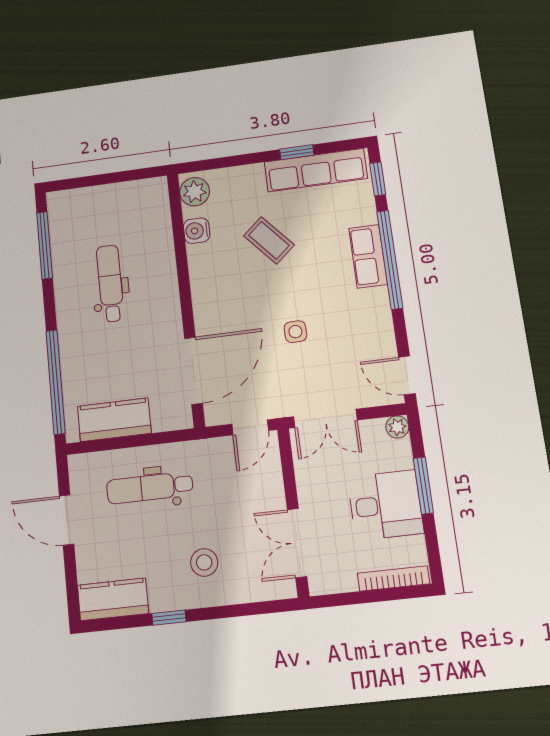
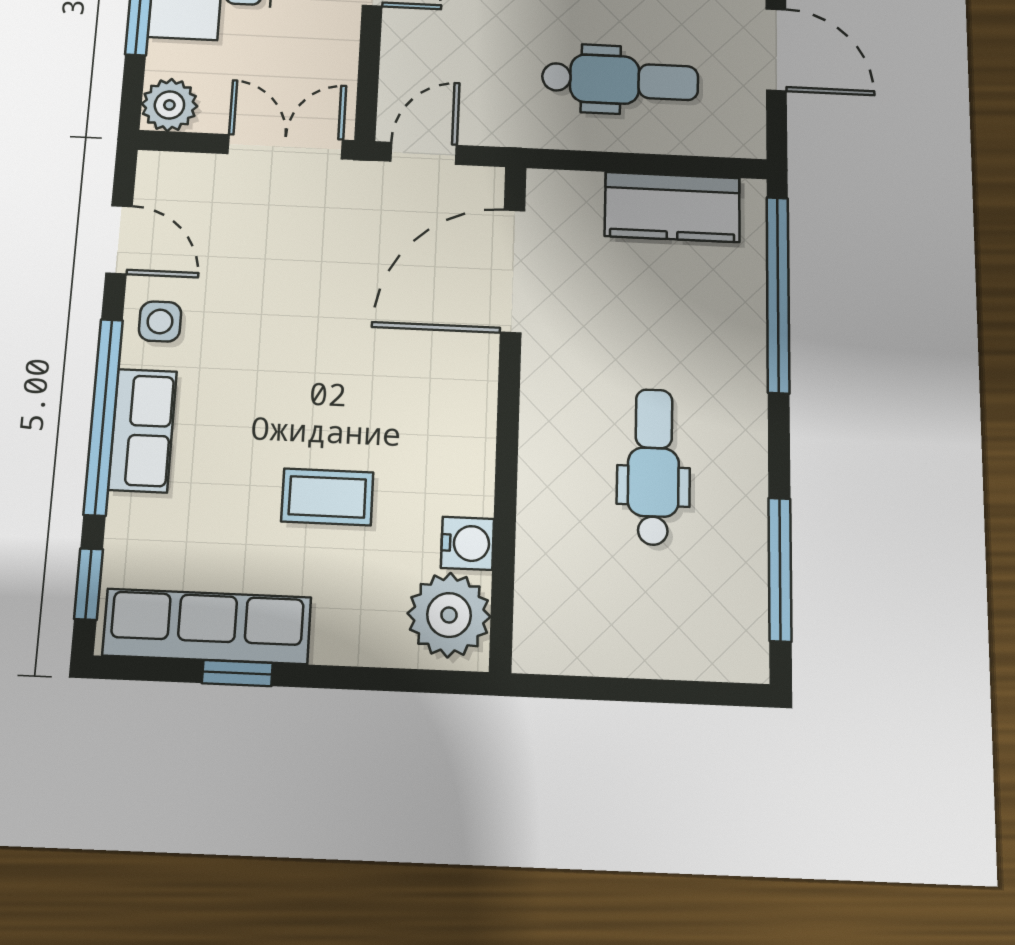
plant: (195, 192) -> (449, 615), width x1.36, depth x1.36
coffee table: (269, 240) -> (327, 497), turned -49
dental chair: (110, 283) -> (653, 467), turned 180
side table: (295, 332) -> (160, 322), moved
door: (407, 375) -> (119, 240), moved
plant: (397, 427) -> (169, 105), width x1.38, depth x1.38

